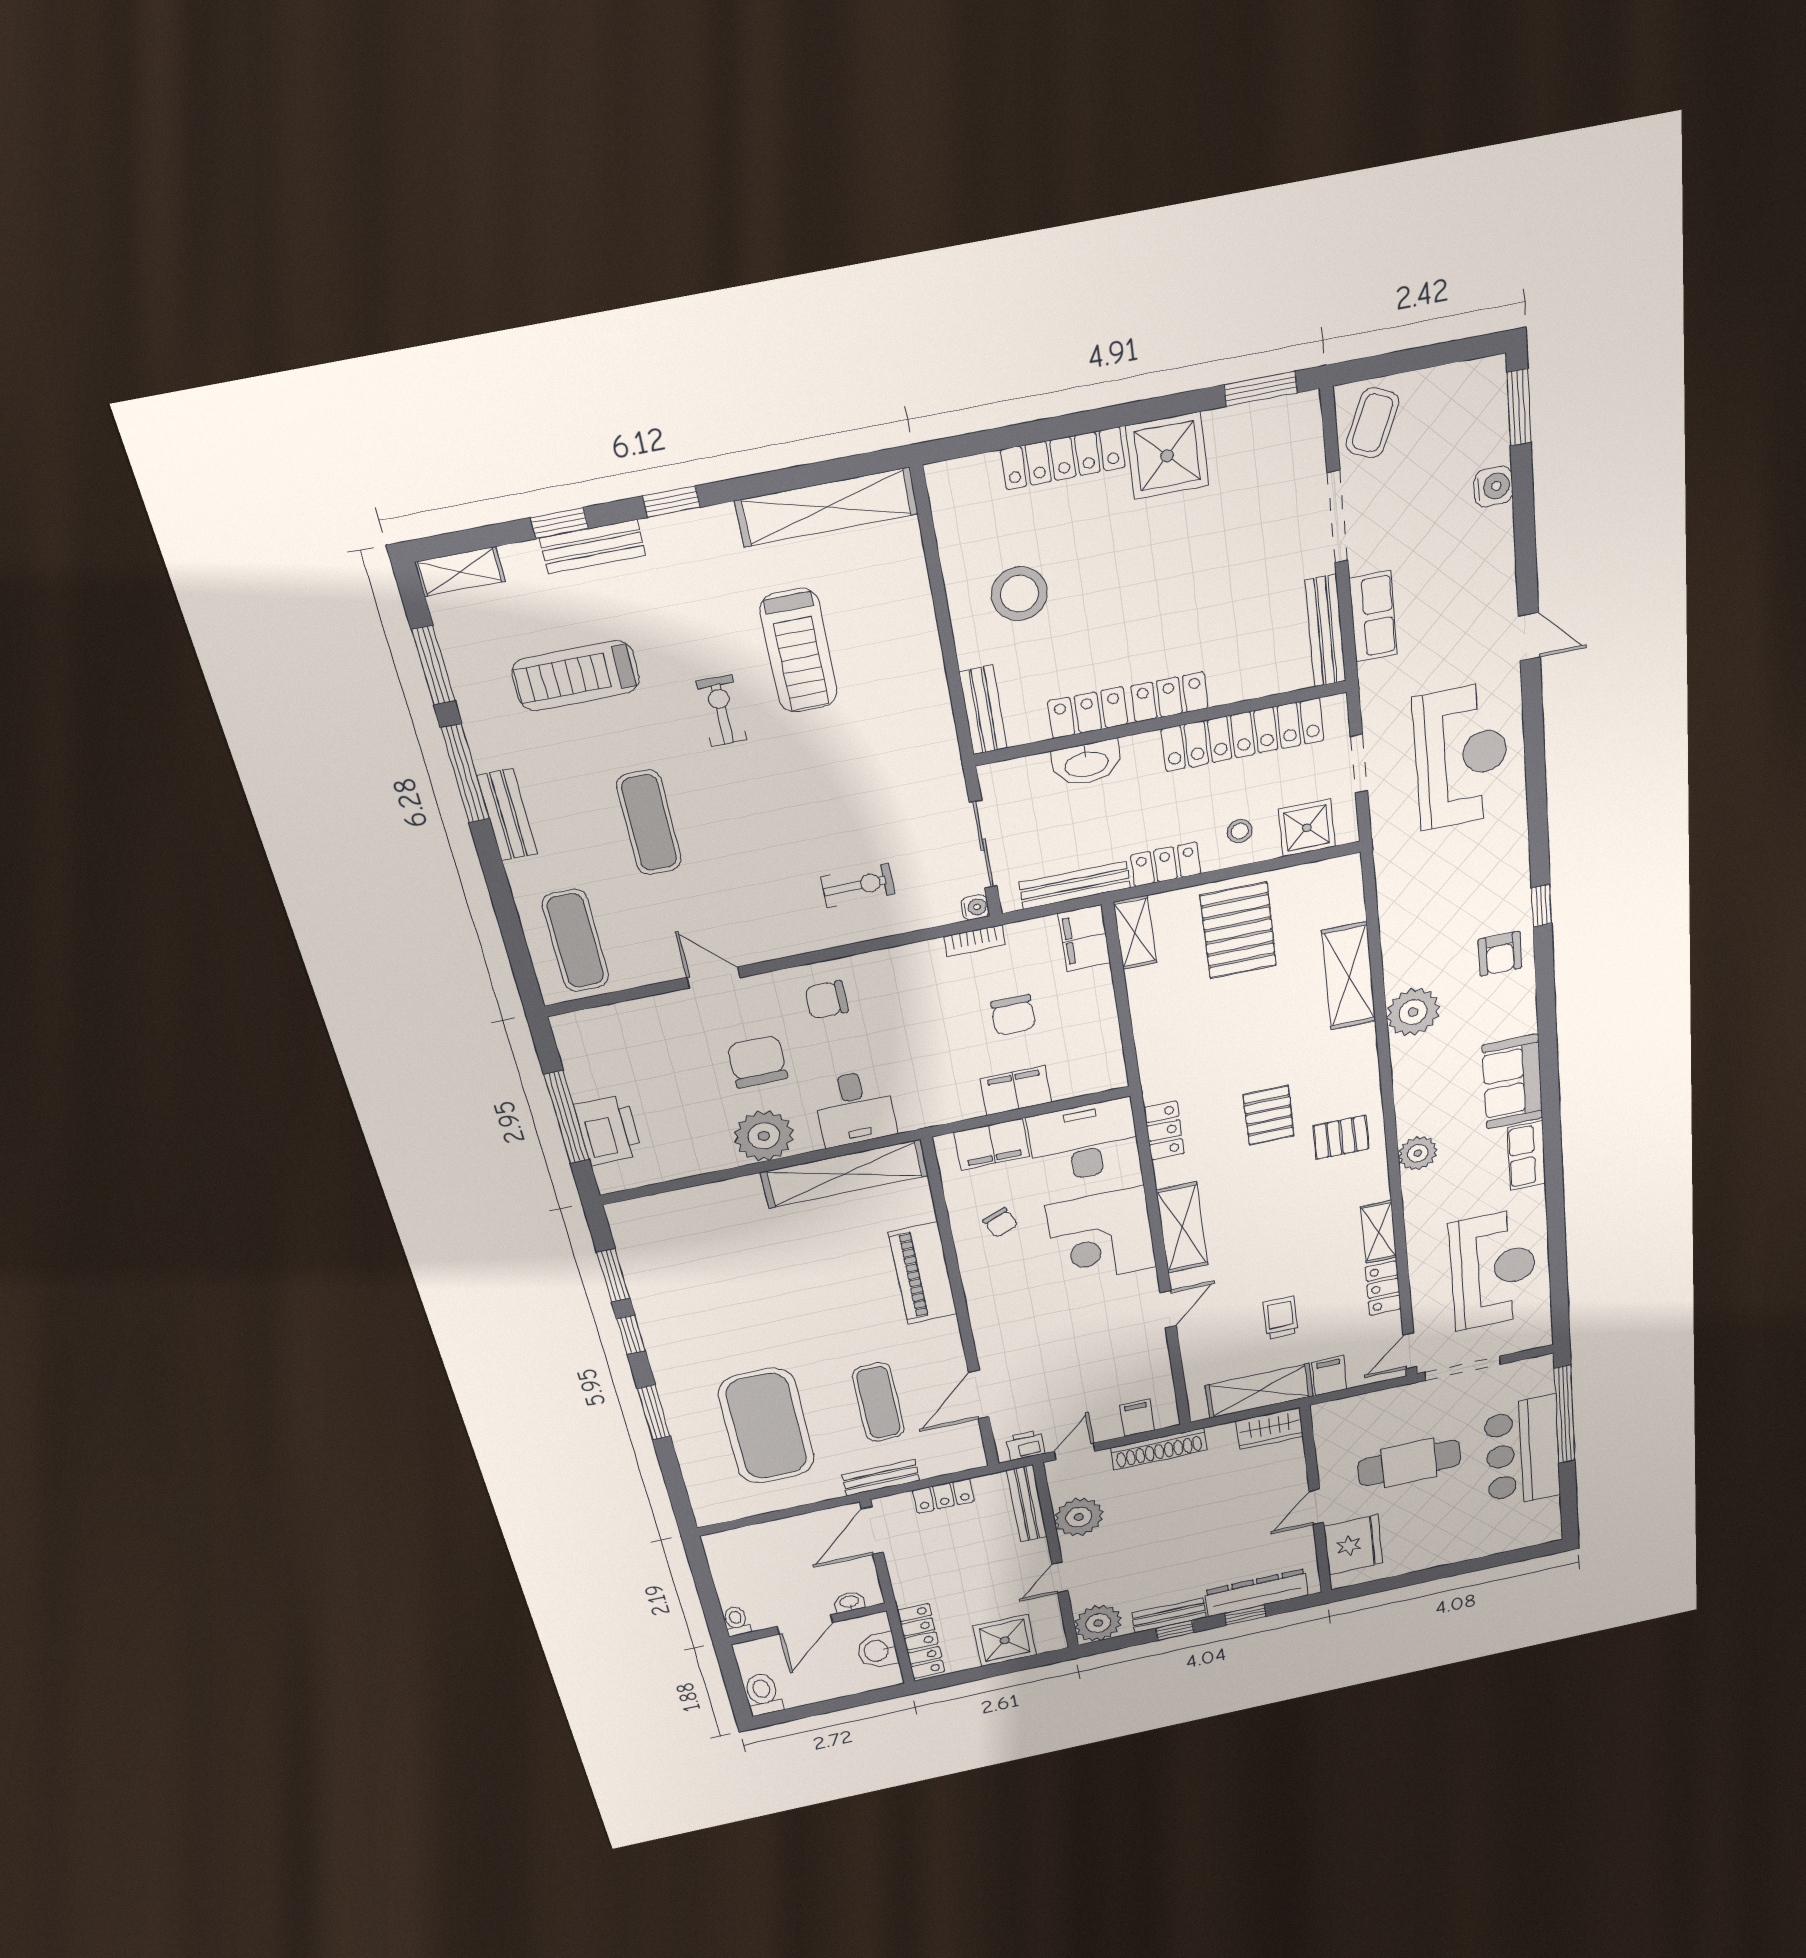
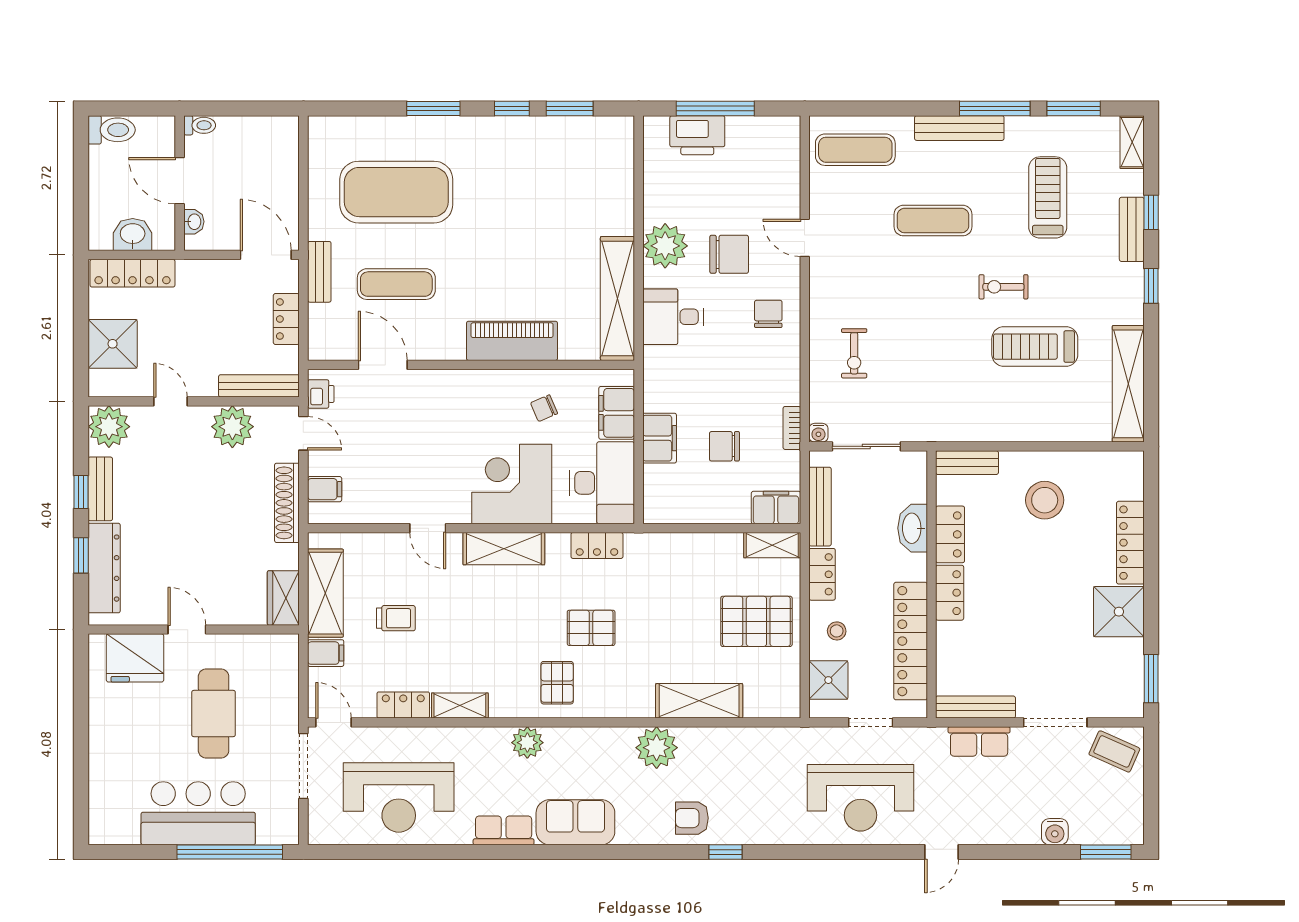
exercise bike: (722, 711) -> (1003, 287), turned 180
bench: (507, 815) -> (959, 128), width x1.36
door: (713, 977) -> (805, 238), swing flipped

